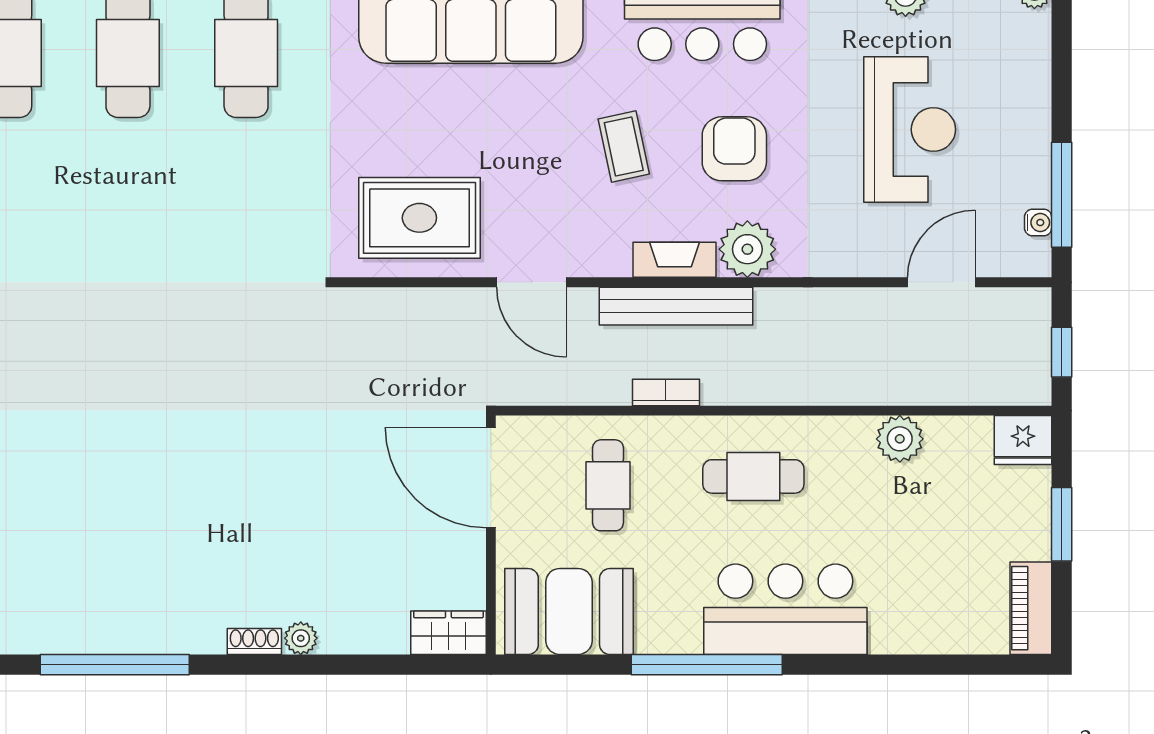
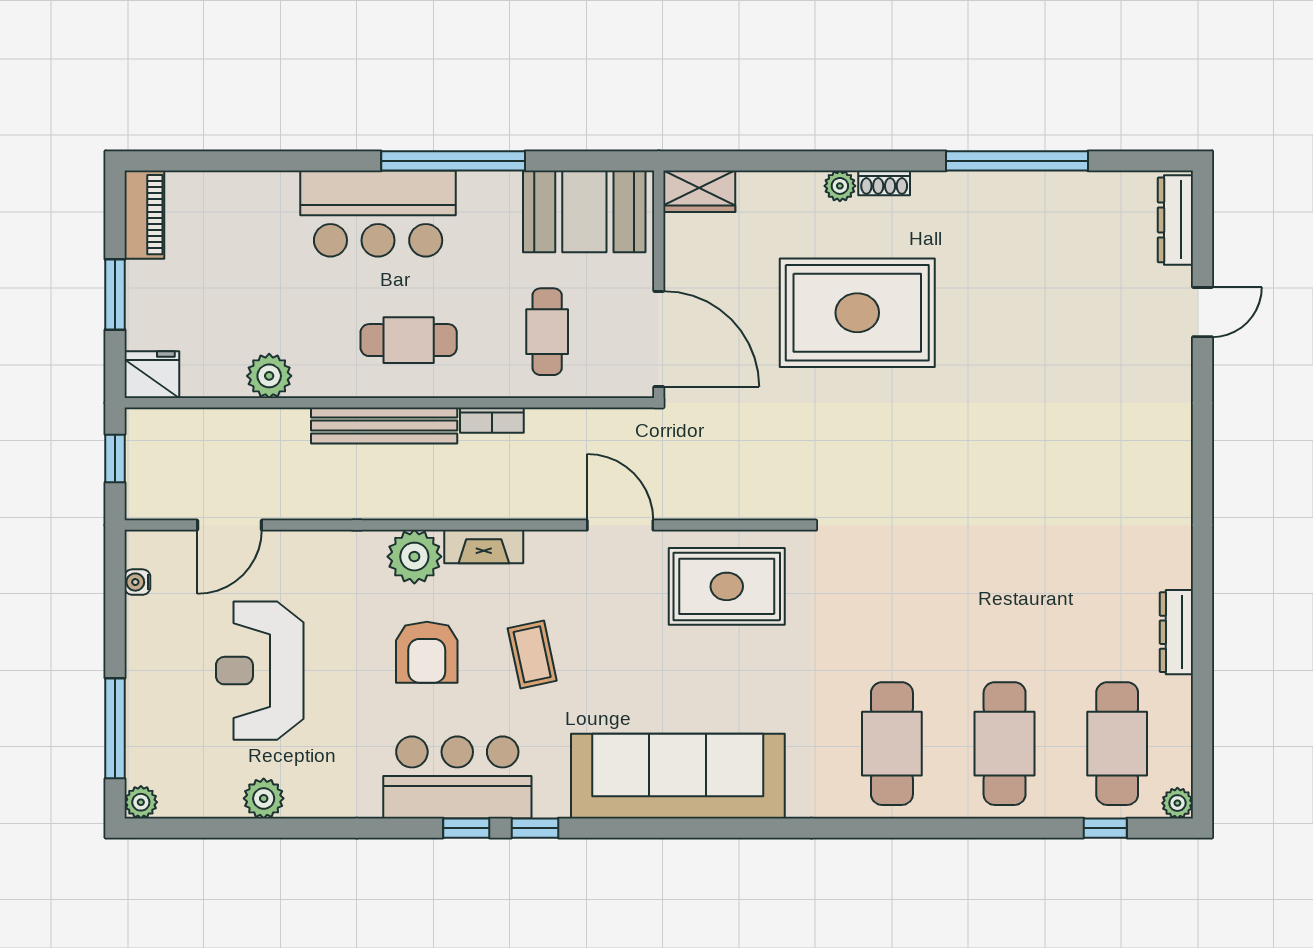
window: (1062, 195) -> (115, 728), moved
bench: (676, 306) -> (384, 425), moved
rug: (283, 505) -> (857, 313), added

